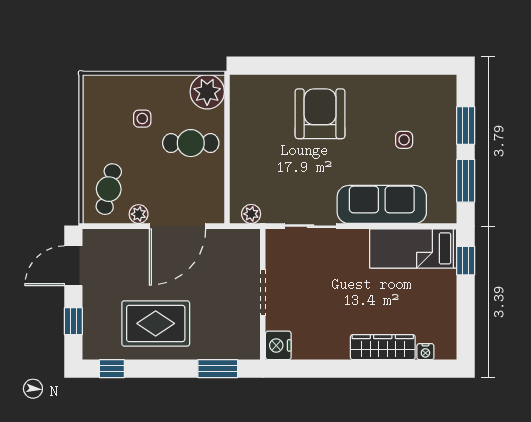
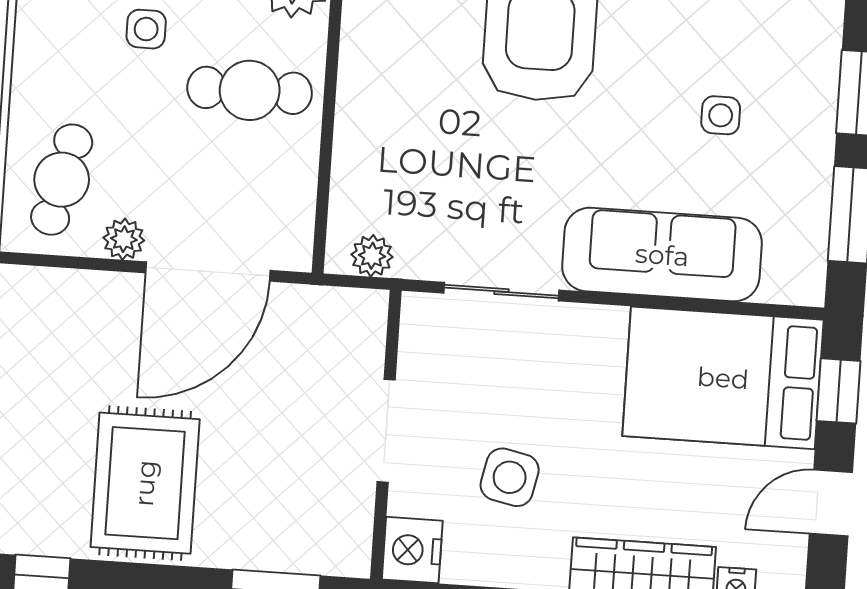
bed: (413, 248) -> (723, 378), width x1.50
side table: (320, 310) -> (510, 477), added
door: (466, 311) -> (831, 503), added
rug: (156, 323) -> (145, 483), turned 90

